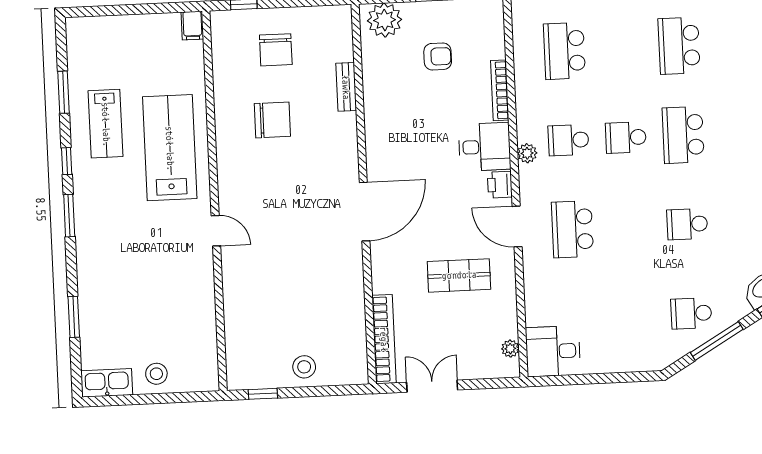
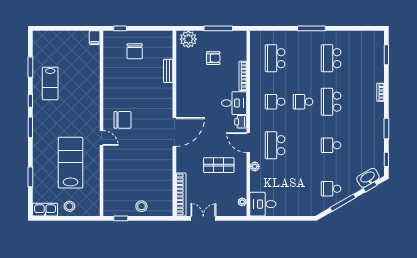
chair: (272, 120) -> (123, 120), moved
lab bench: (170, 148) -> (71, 163), moved
plant: (527, 153) -> (255, 166), moved

